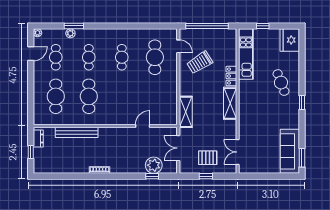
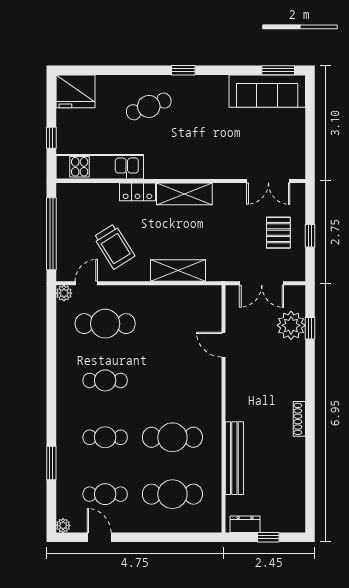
plant: (70, 33) -> (64, 293), moved
shelving: (186, 112) -> (178, 271), moved

